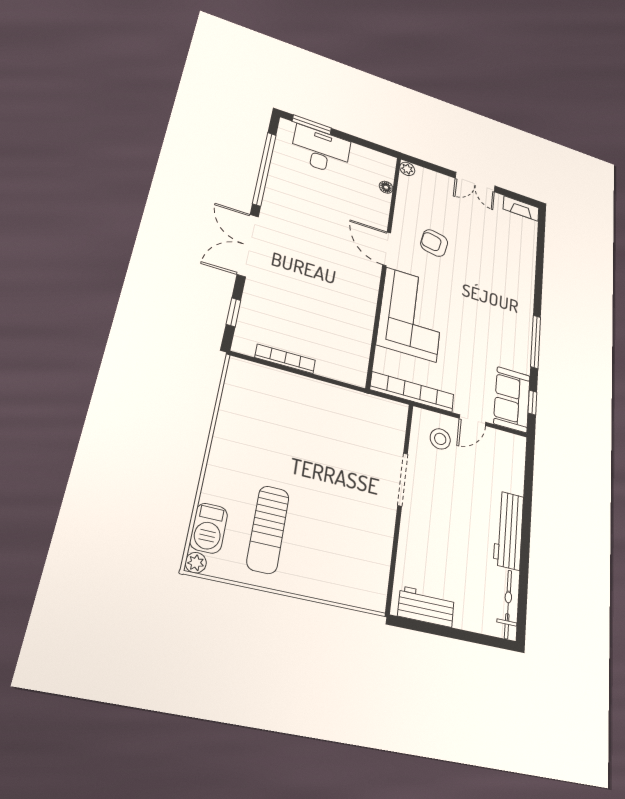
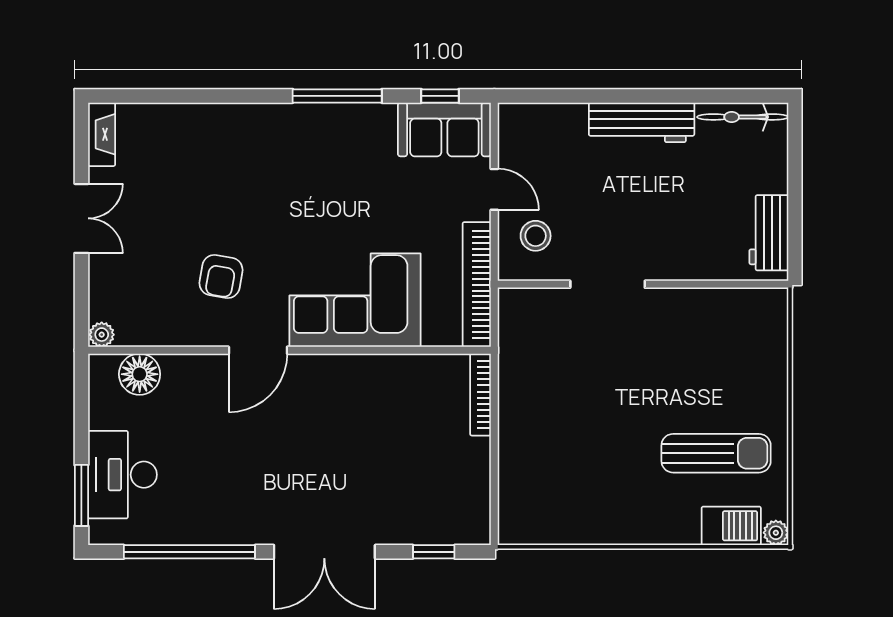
floor lamp: (386, 187) -> (140, 374), width x1.89, depth x1.89
bookcase: (285, 359) -> (480, 395), moved

